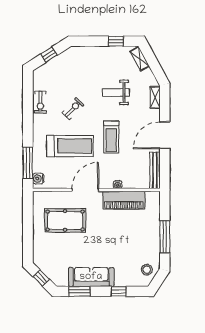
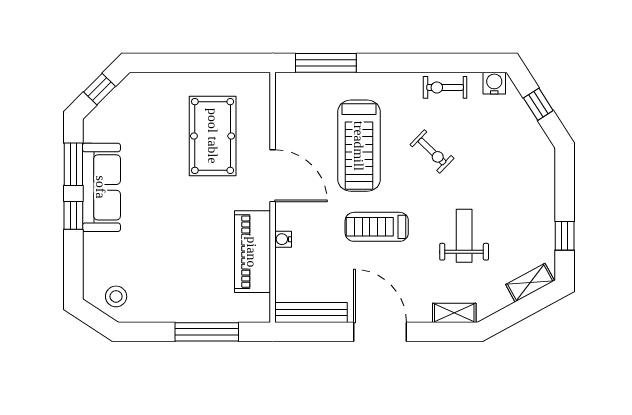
water cooler: (38, 179) -> (494, 83), moved
window: (165, 237) -> (207, 332), moved
window: (119, 291) -> (73, 215), moved

